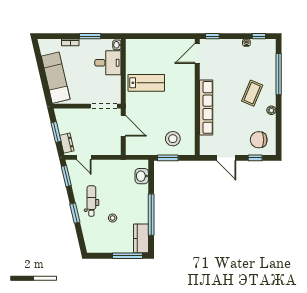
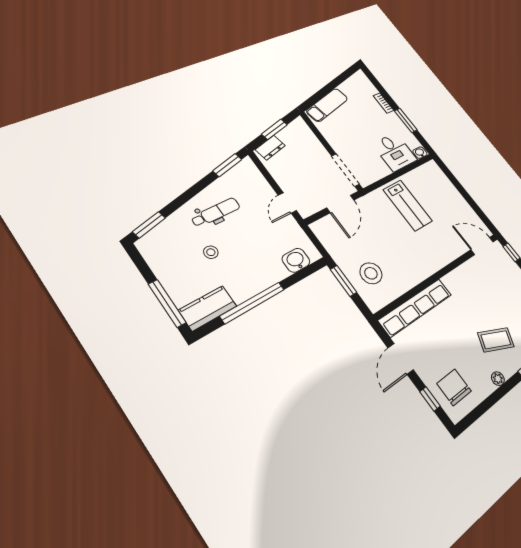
exam couch: (56, 78) -> (327, 105), width x0.73, depth x0.69
row of seats: (206, 107) -> (415, 307), moved
door: (84, 157) -> (287, 203), moved
window: (75, 213) -> (149, 225), moved

